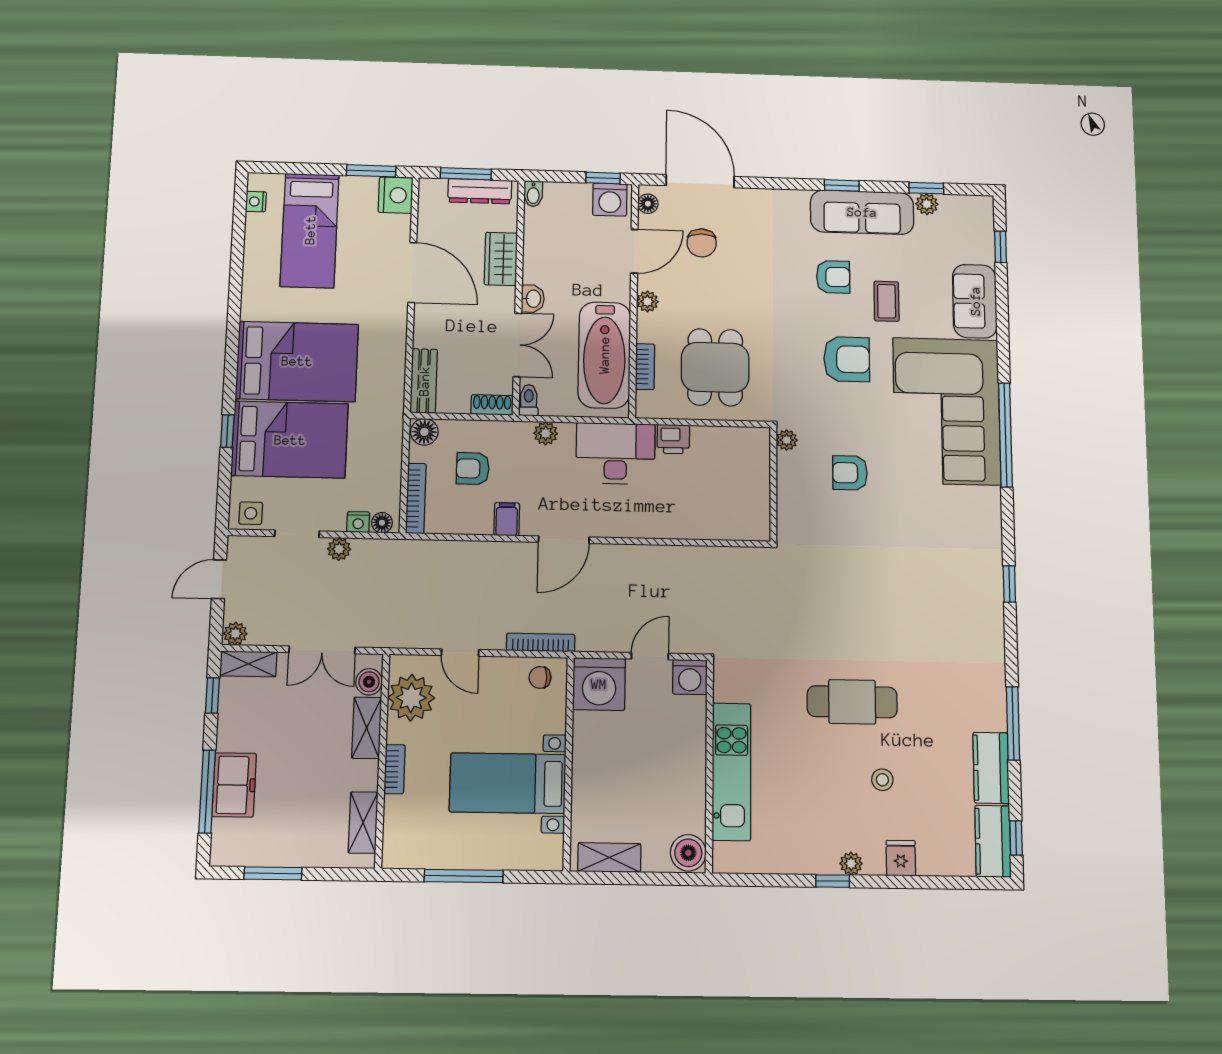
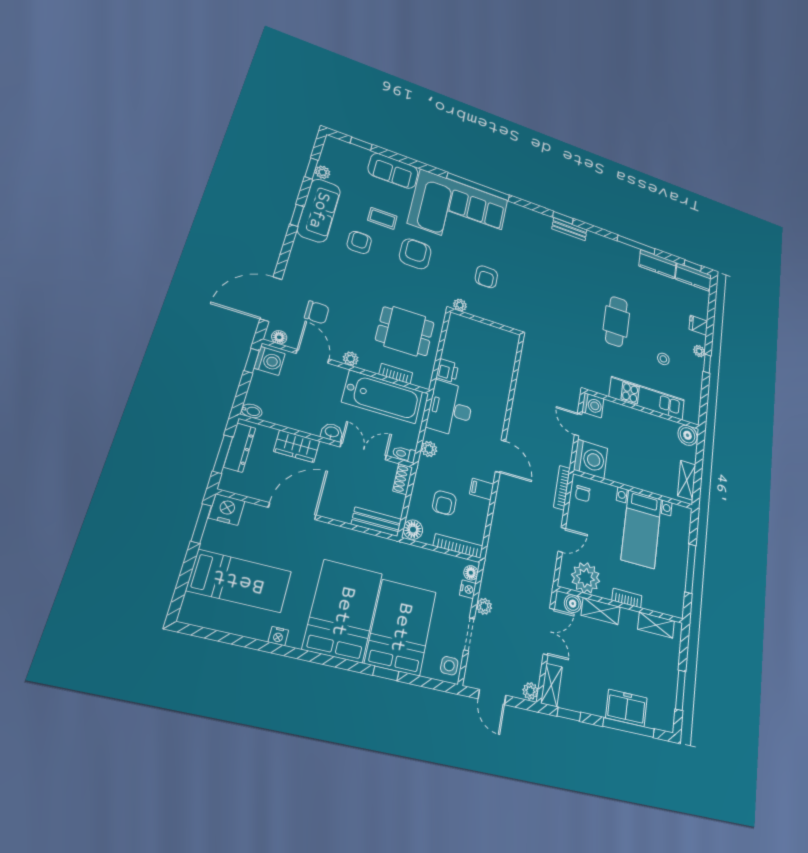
nightstand: (256, 202) -> (278, 636), moved
bench: (992, 598) -> (569, 229), added
stool: (882, 780) -> (663, 359), moved

